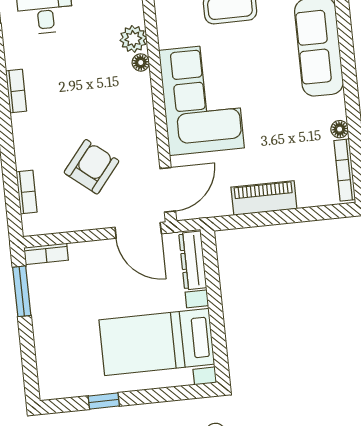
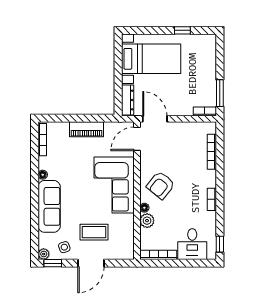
floor lamp: (340, 129) -> (43, 175), moved
armchair: (91, 167) -> (161, 185), moved
bookcase: (27, 192) -> (212, 152), width x1.56

